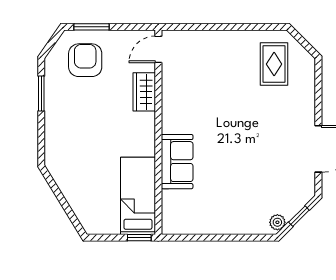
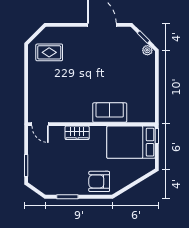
armchair: (85, 60) -> (99, 181), moved
wardrobe: (144, 92) -> (77, 133), moved
bed: (138, 196) -> (131, 142), width x1.50

